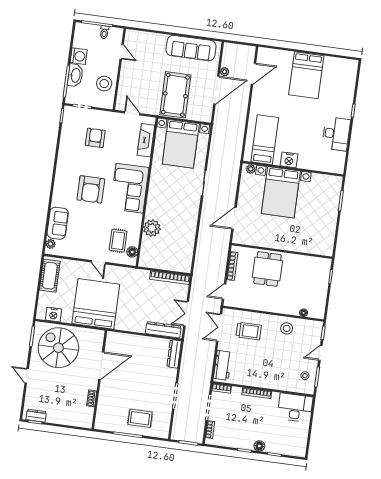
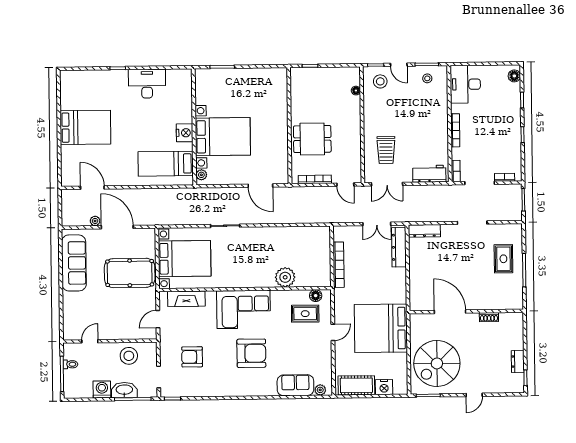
bookcase: (170, 278) -> (339, 265), moved
nightstand: (53, 315) -> (384, 387), moved, turned 90
stool: (287, 328) -> (380, 81), moved
trolley: (249, 331) -> (386, 150), turned 180
dresser: (36, 416) -> (518, 361), moved
floor lamp: (259, 446) -> (514, 76), moved

